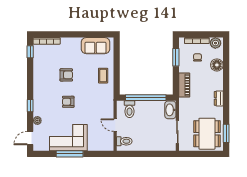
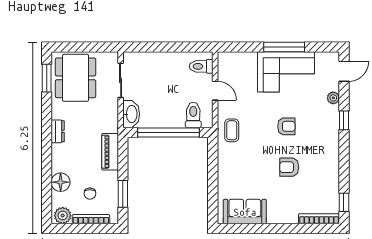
coffee table: (103, 76) -> (232, 130), moved

